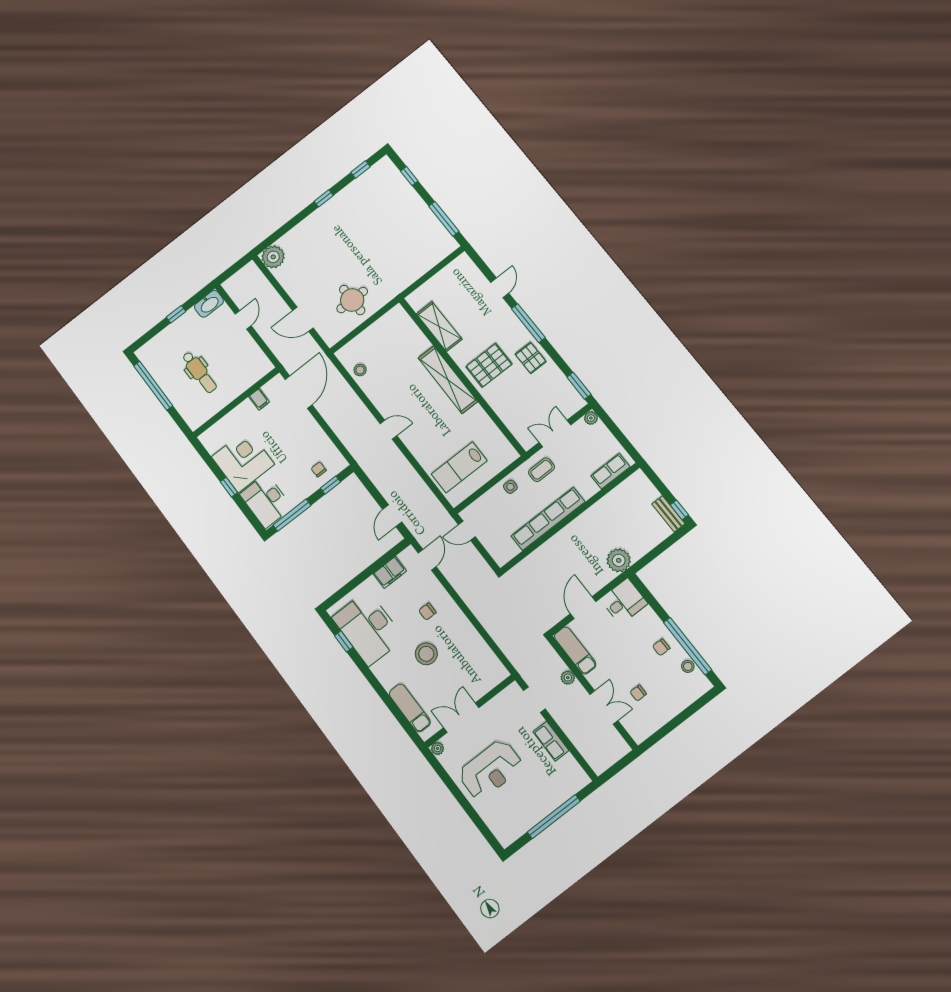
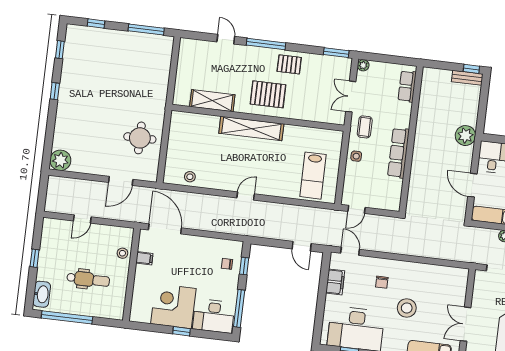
washbasin: (209, 304) -> (42, 294), moved
door: (243, 320) -> (82, 219), swing flipped
pallet: (489, 365) -> (268, 94), turned 90
stool: (246, 378) -> (122, 253), added
row of seats: (548, 519) -> (398, 153), width x0.73

